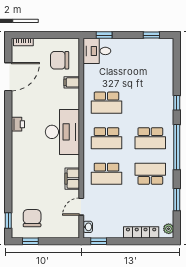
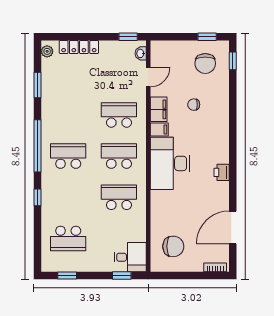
filing cabinet: (72, 82) -> (159, 129), moved
school desk: (150, 174) -> (68, 238), moved
chair: (42, 183) -> (194, 105), added

